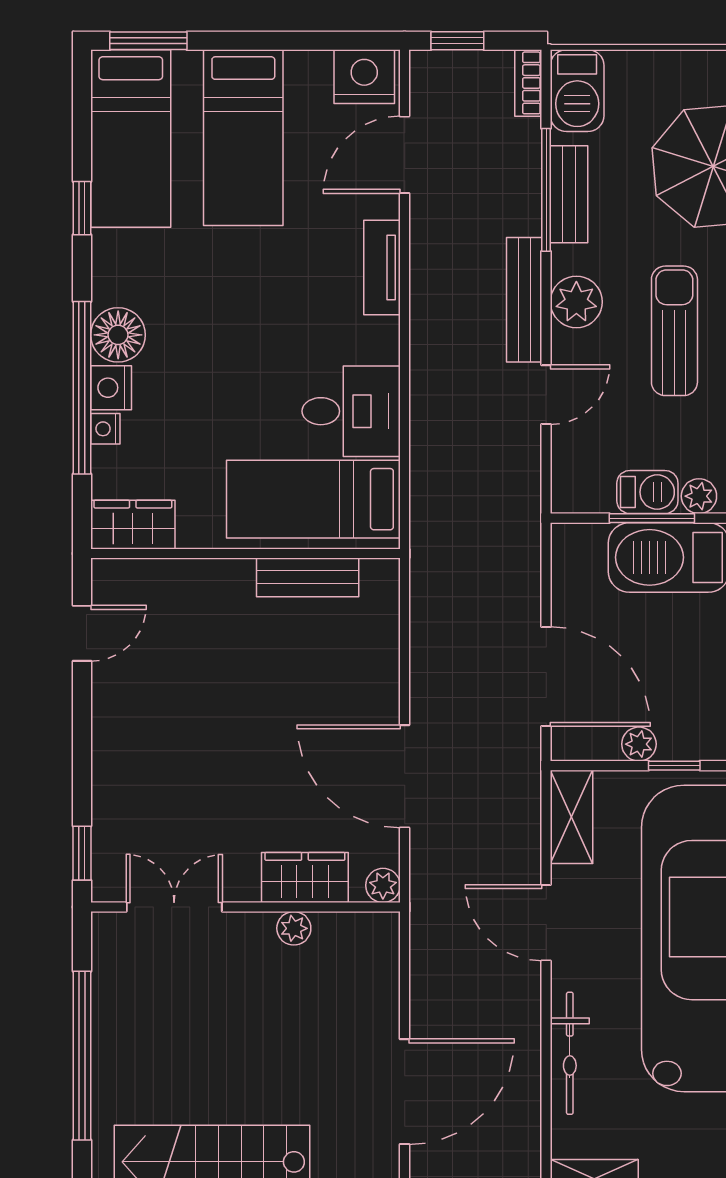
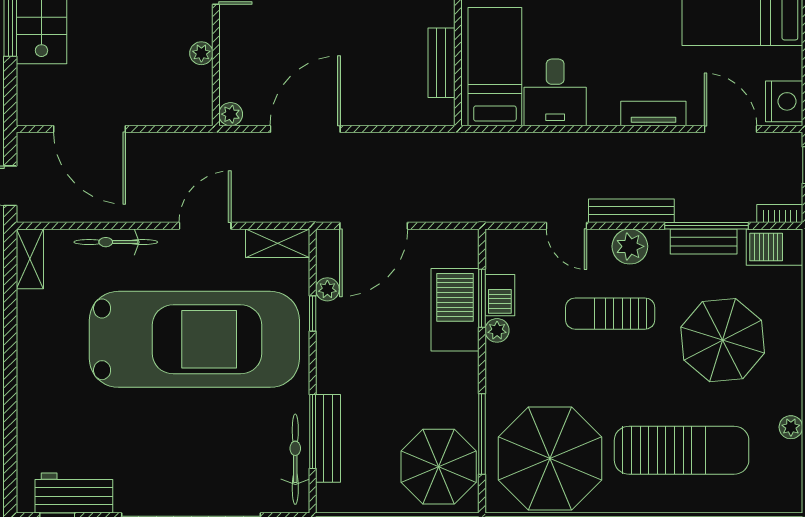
sun lounger: (674, 331) -> (610, 314), turned 180
wardrobe: (305, 878) -> (236, 61), removed

